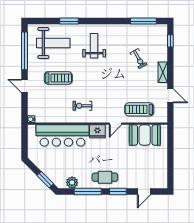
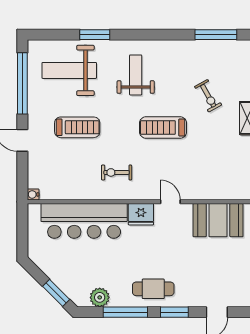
weight bench: (53, 43) -> (69, 70), turned 180
treadmill: (139, 109) -> (163, 127), moved
door: (115, 124) -> (170, 202), swing flipped

